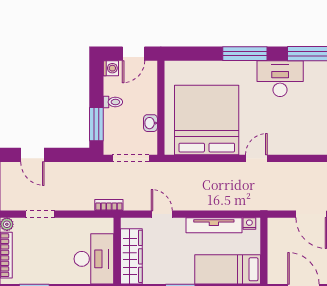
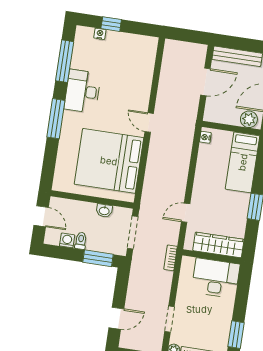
washing machine: (111, 68) -> (67, 240), moved
tv unit: (214, 225) -> (202, 169), removed
plant: (277, 269) -> (249, 119), added

